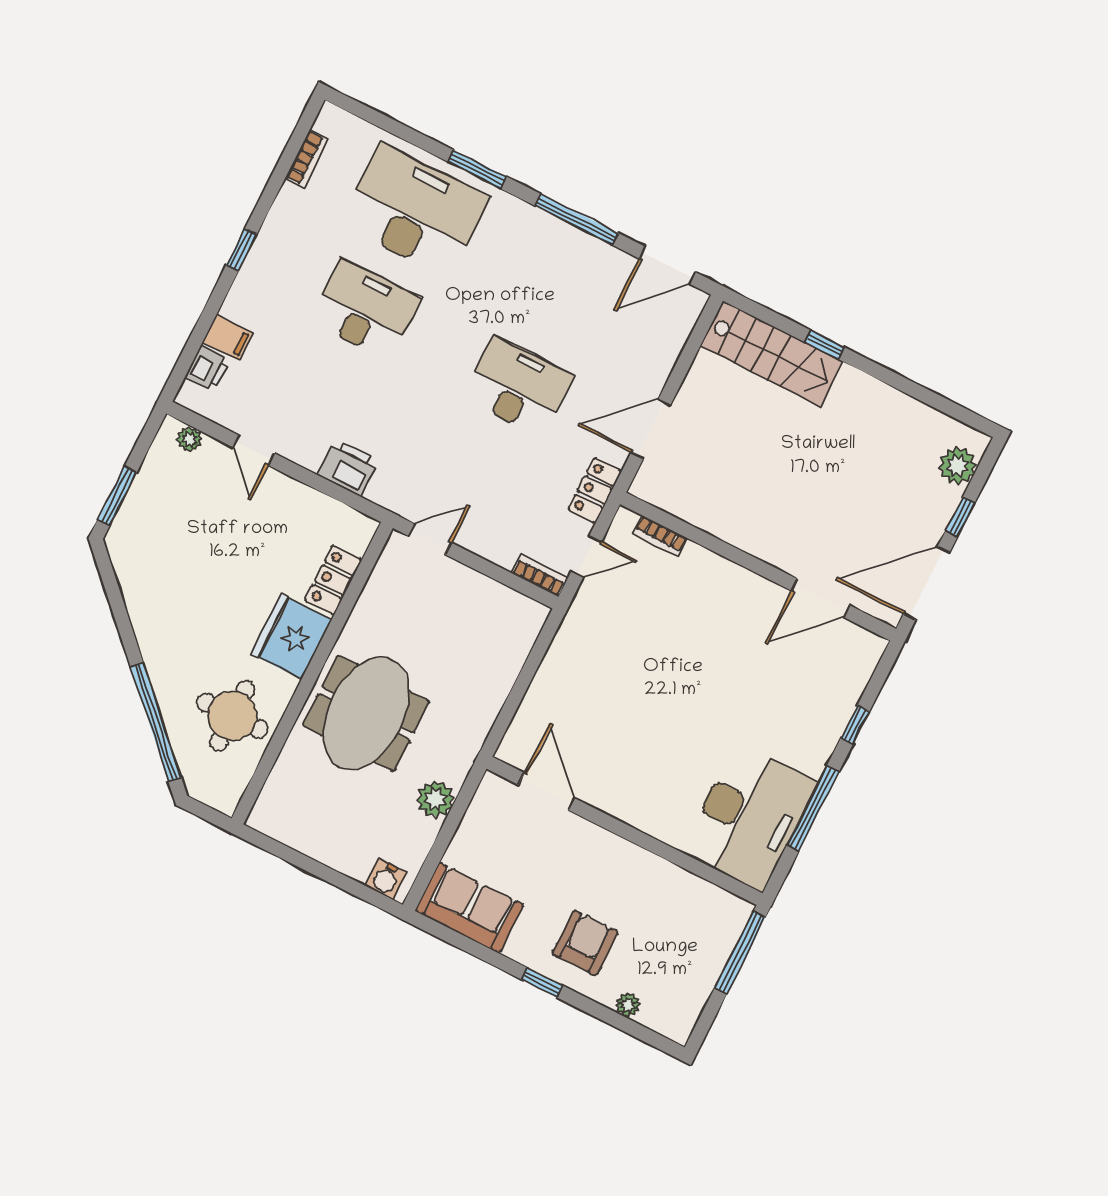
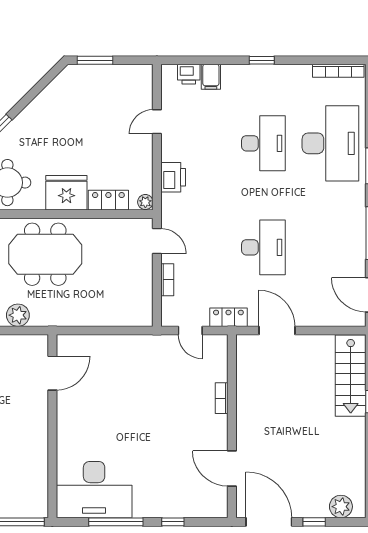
bookcase: (307, 159) -> (338, 71), width x1.56
plant: (189, 439) -> (145, 202), moved
bookcase: (660, 536) -> (222, 398), moved
bookcase: (540, 575) -> (167, 280), moved

